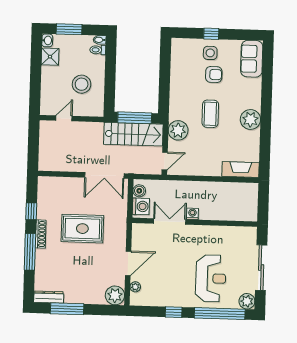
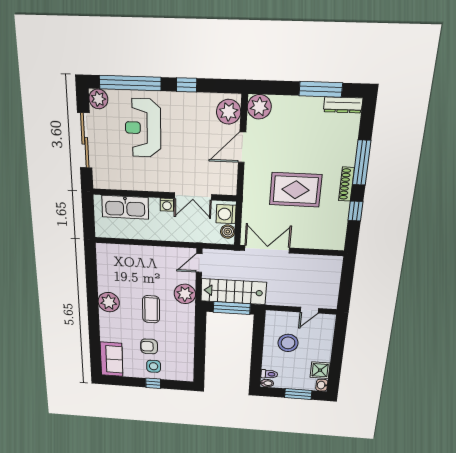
fireplace: (241, 170) -> (116, 252), removed
kitchen sink: (230, 211) -> (125, 207), added
plant: (135, 287) -> (229, 112), width x1.87, depth x1.87

